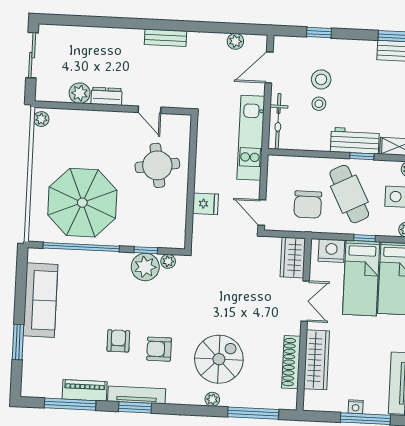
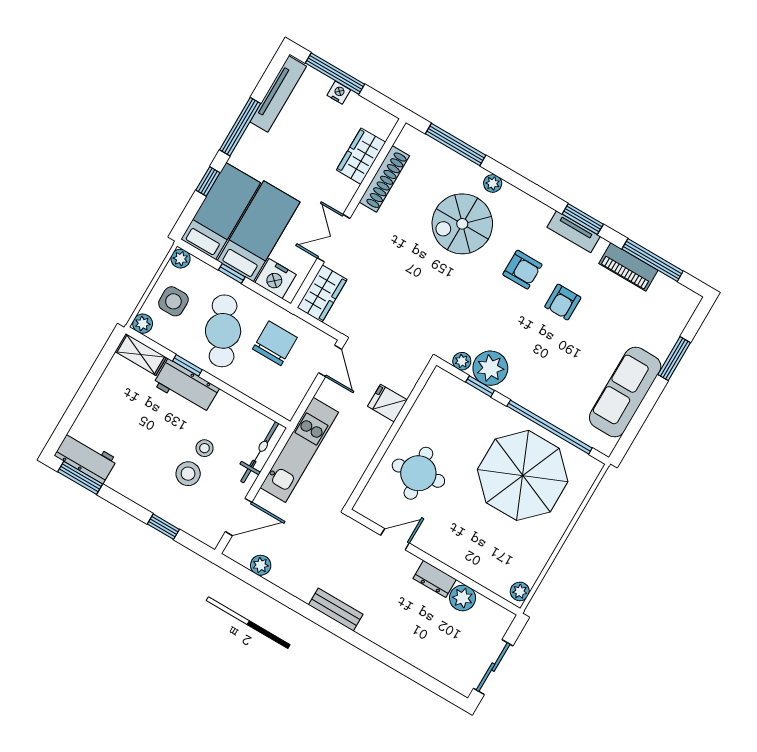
door: (149, 110) -> (395, 539), hinge flipped
wardrobe: (317, 360) -> (361, 156), width x0.67
tv unit: (137, 395) -> (574, 232), width x0.71

